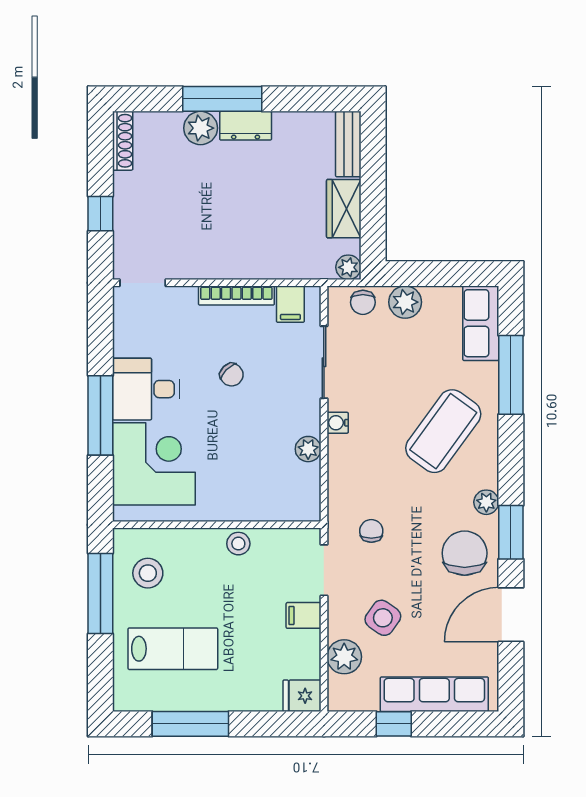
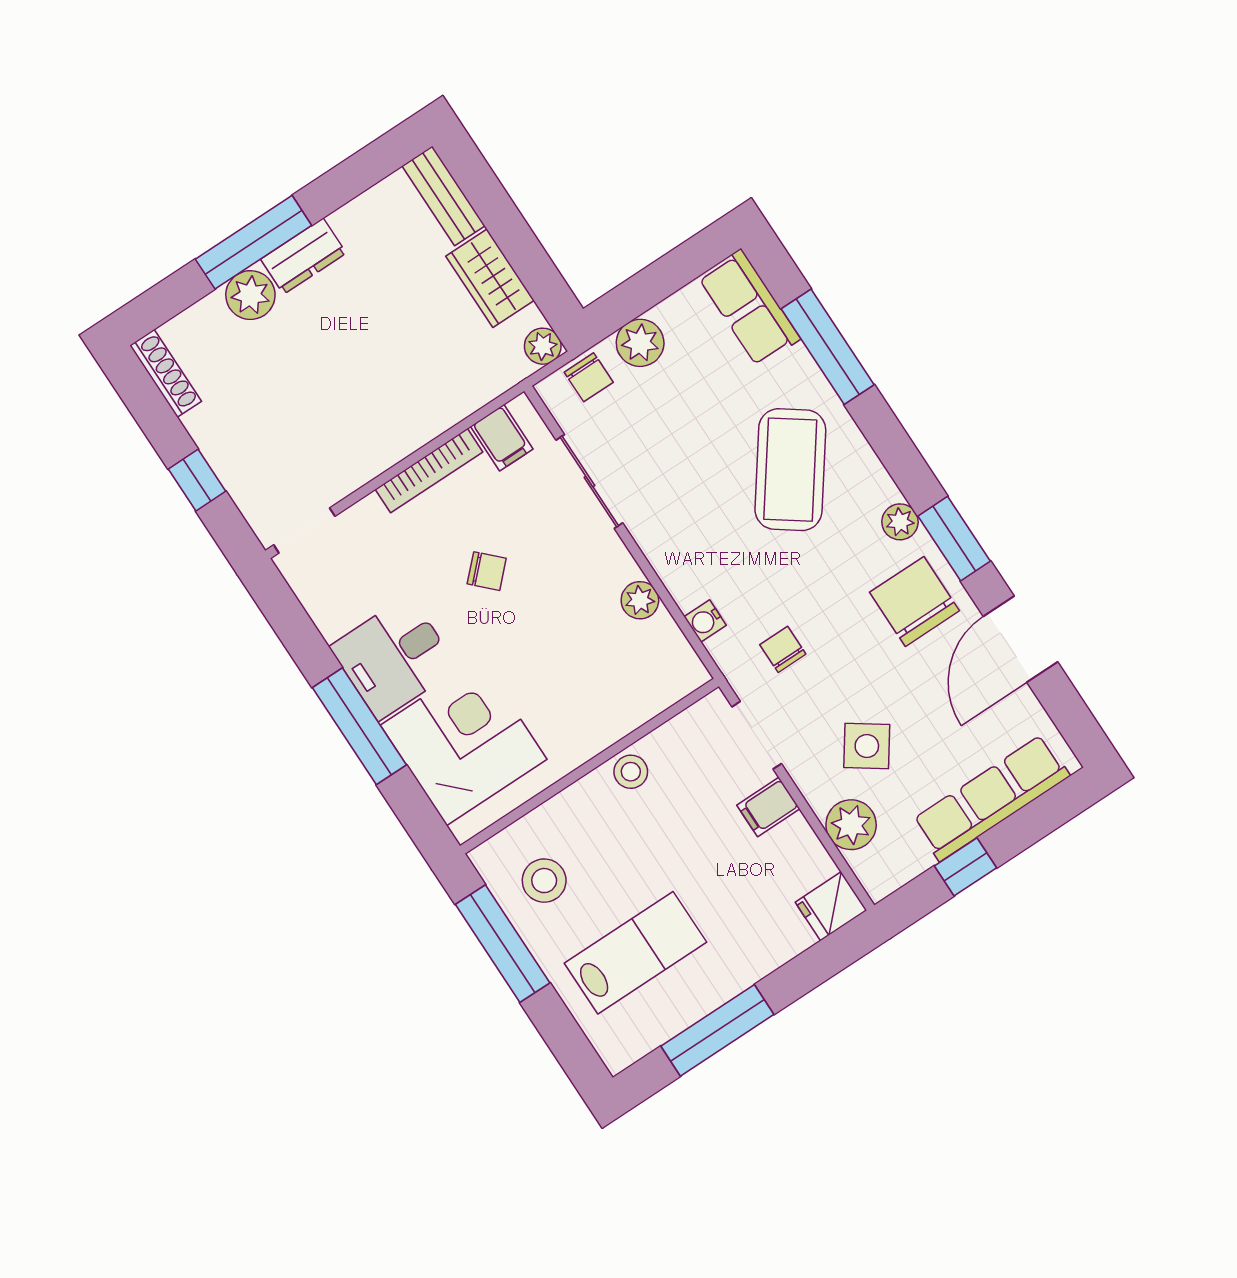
water cooler: (338, 423) -> (705, 621), moved

